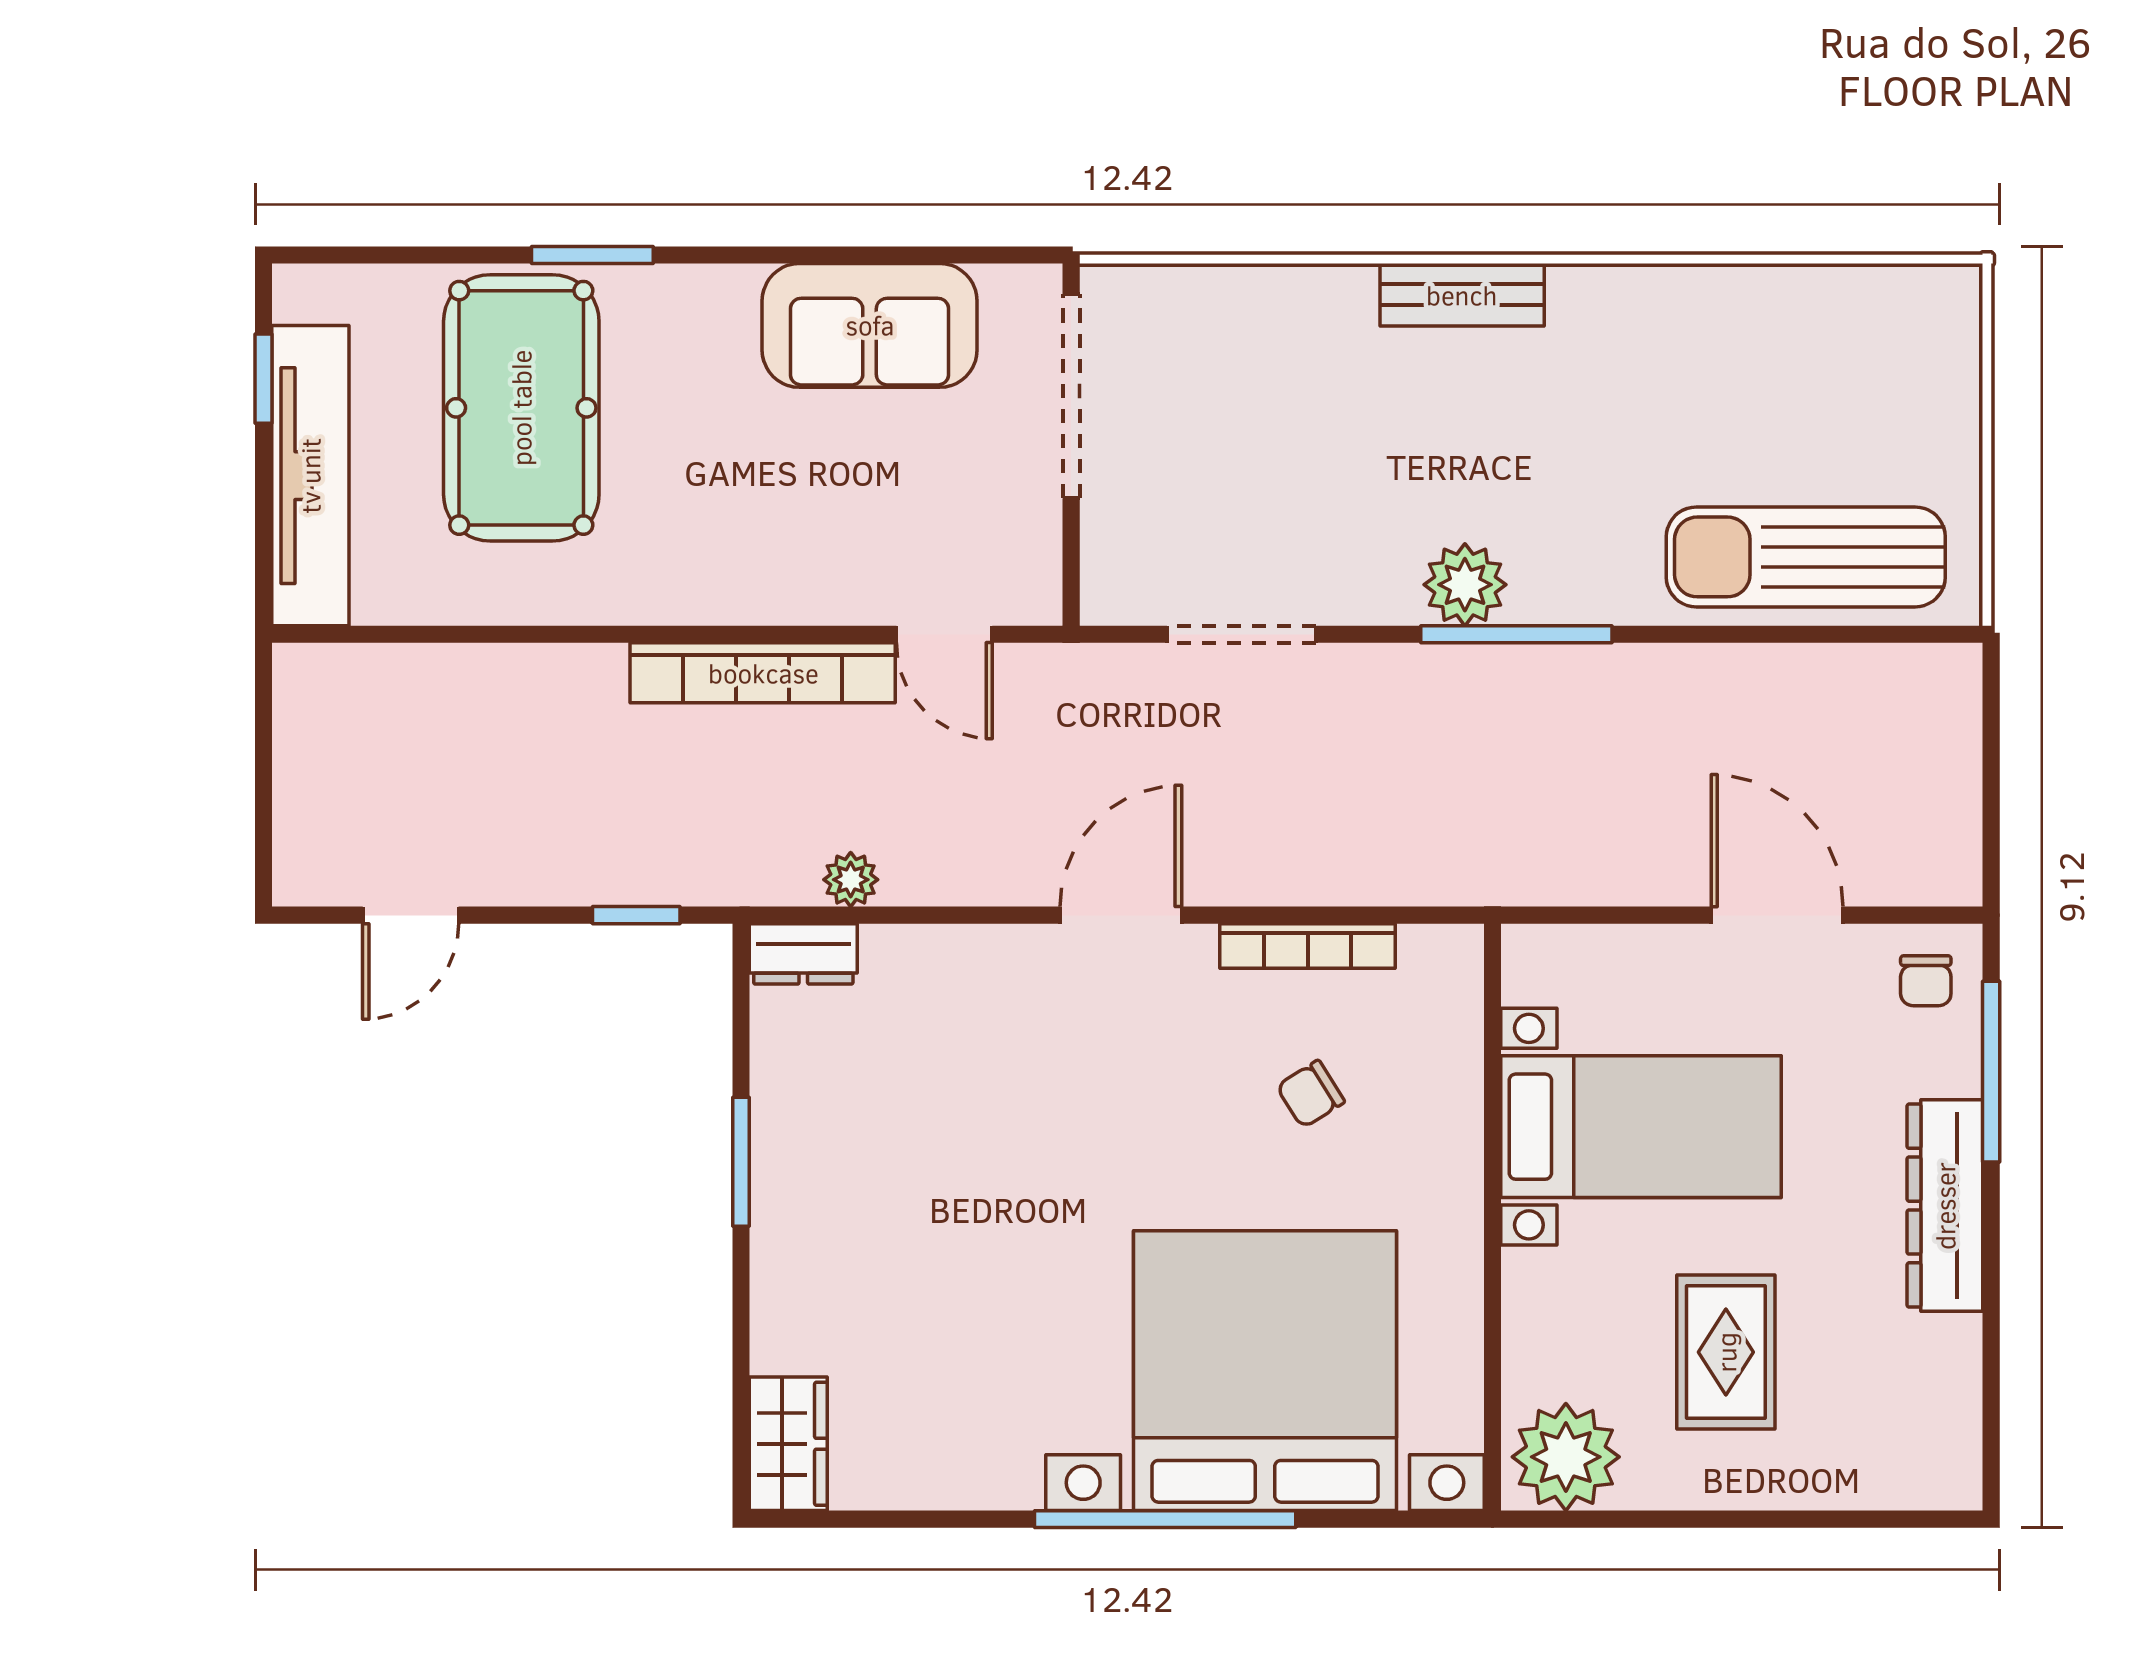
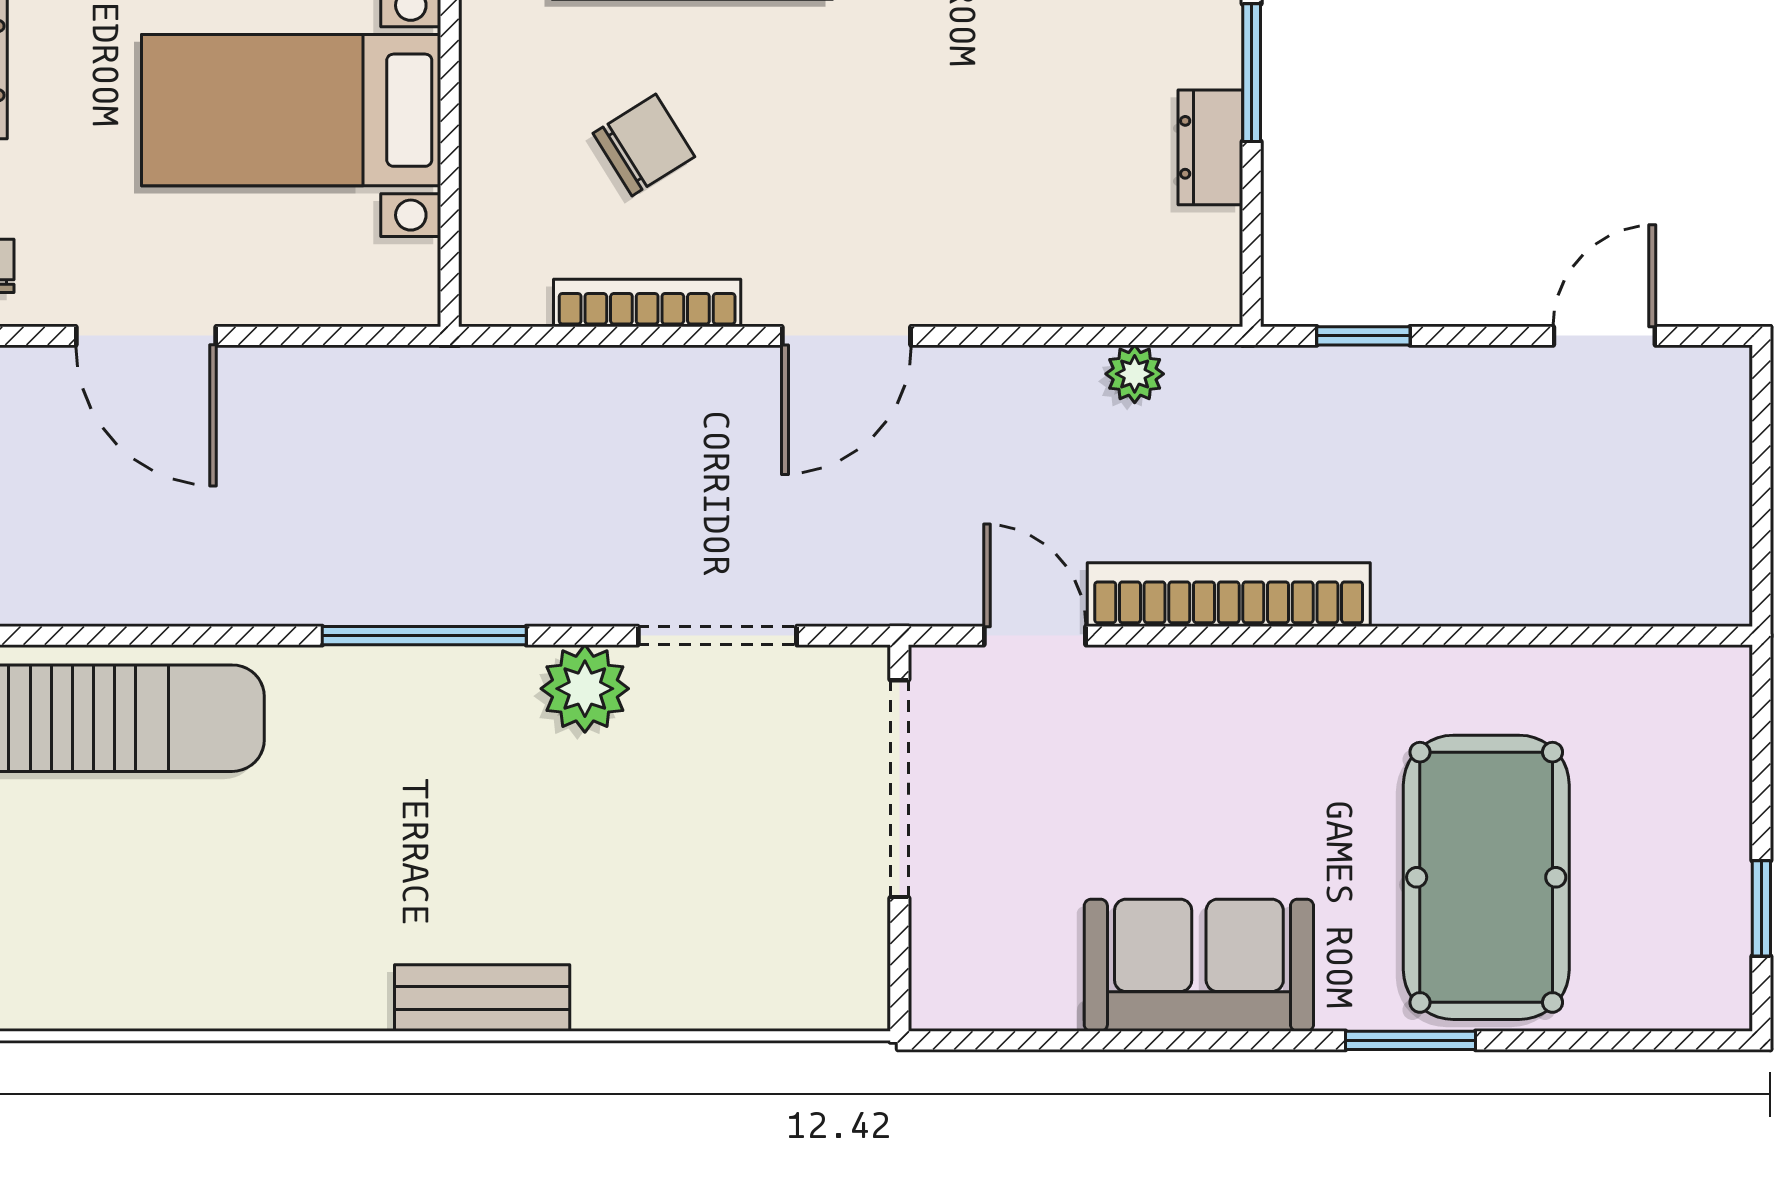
sofa: (870, 325) -> (1199, 965), moved
doorway: (1071, 396) -> (899, 789), moved
tv unit: (310, 476) -> (1711, 805), removed
plant: (1465, 585) -> (585, 689), moved
dresser: (803, 954) -> (1210, 147), moved, turned -90
chair: (1310, 1094) -> (644, 145), width x1.37, depth x1.37

